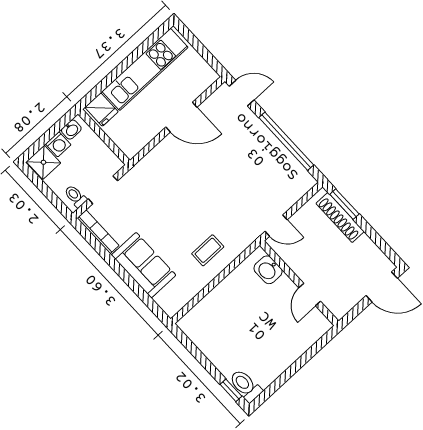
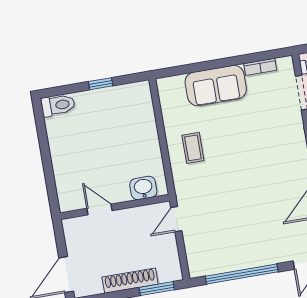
shoe rack: (340, 218) -> (130, 281), moved
bookcase: (98, 232) -> (260, 67), width x0.64
window: (231, 390) -> (101, 84), moved

